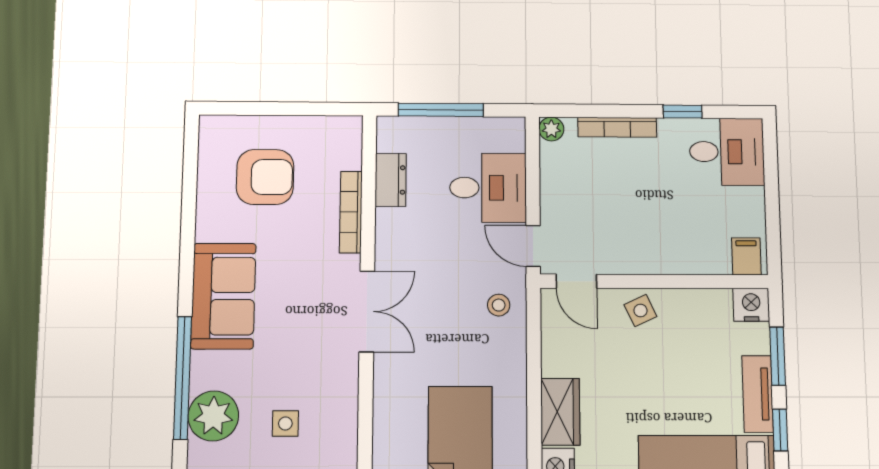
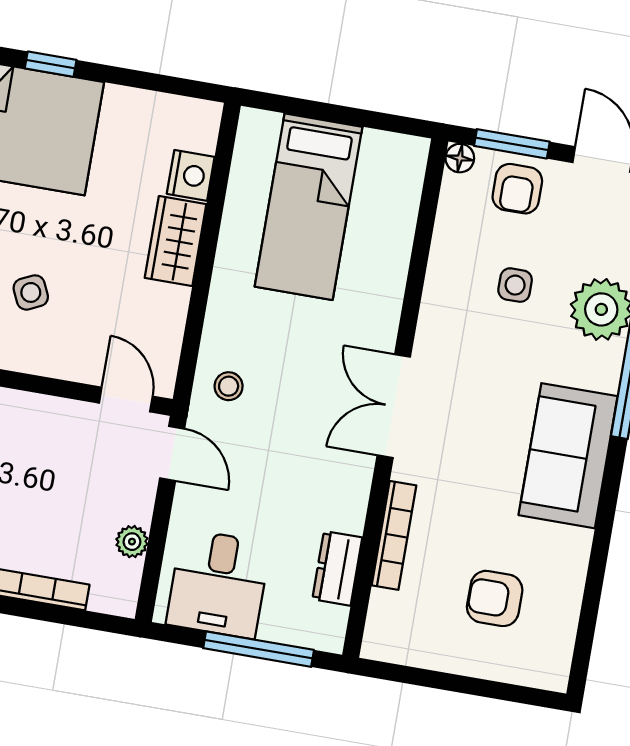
plant: (551, 129) -> (132, 542), moved
armchair: (265, 177) -> (495, 598), width x0.72, depth x0.72
desk: (488, 188) -> (218, 584), moved, turned -90
side table: (640, 311) -> (31, 292), moved

